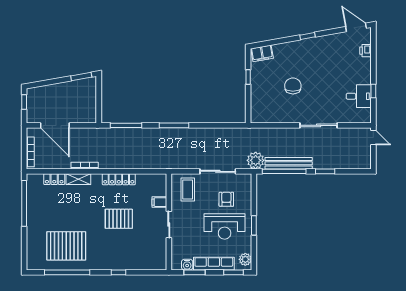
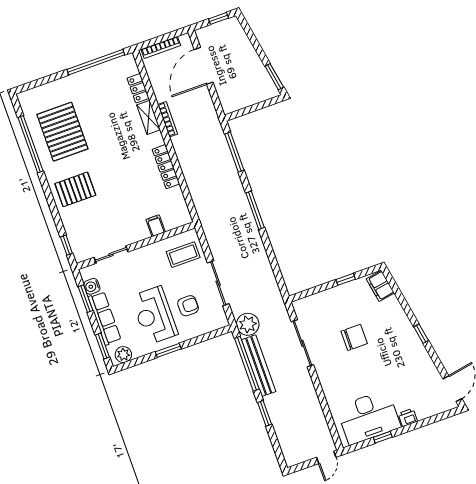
printer: (365, 51) -> (408, 418), moved
desk: (359, 96) -> (368, 417), width x1.87, depth x1.30
sliding door: (319, 125) -> (302, 343), moved
pallet: (119, 219) -> (75, 189), moved, turned 90
sliding door: (169, 224) -> (111, 255), moved
window: (118, 272) -> (66, 245), moved

